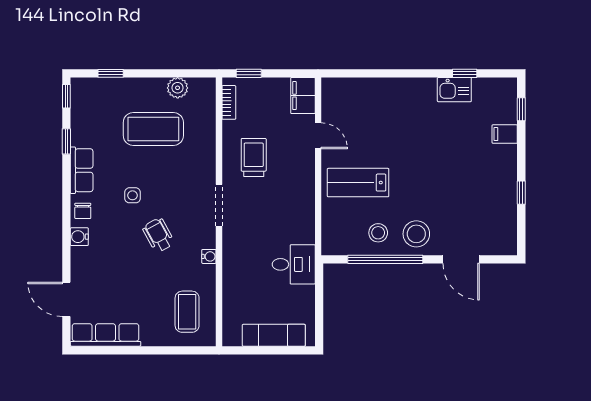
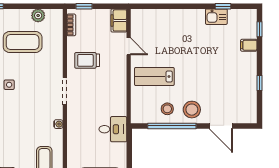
trolley: (254, 158) -> (87, 60), turned -90
wheelchair: (158, 235) -> (26, 110), removed

